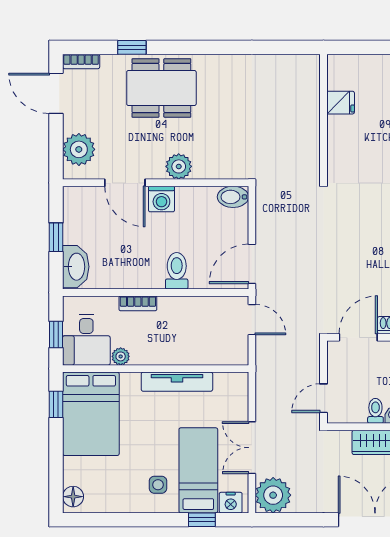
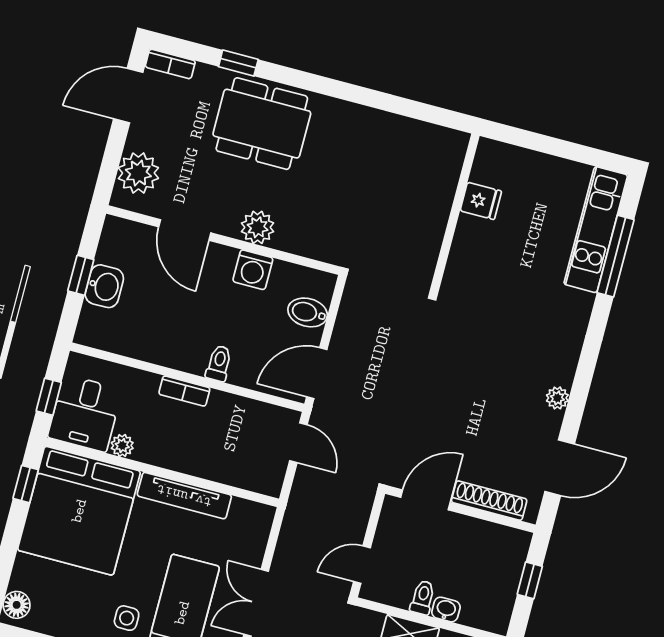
door: (56, 93) -> (128, 96), hinge flipped
bidet: (233, 197) -> (308, 312), moved
washing machine: (161, 199) -> (253, 270), moved
washbasin: (76, 267) -> (104, 286), moved, width x0.72
toilet: (177, 271) -> (219, 363), width x0.73, depth x0.72
bookcase: (138, 303) -> (184, 391), moved
bed: (91, 414) -> (79, 511), width x1.36

